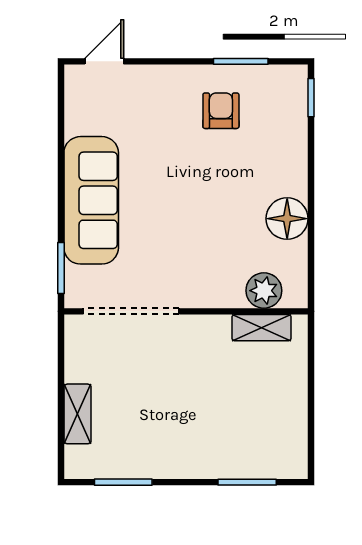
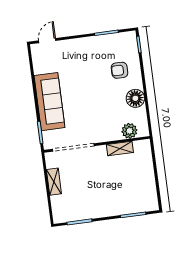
armchair: (221, 111) -> (119, 70), moved, turned -90
shelving: (262, 328) -> (120, 148), moved
shelving: (78, 414) -> (54, 182), moved

